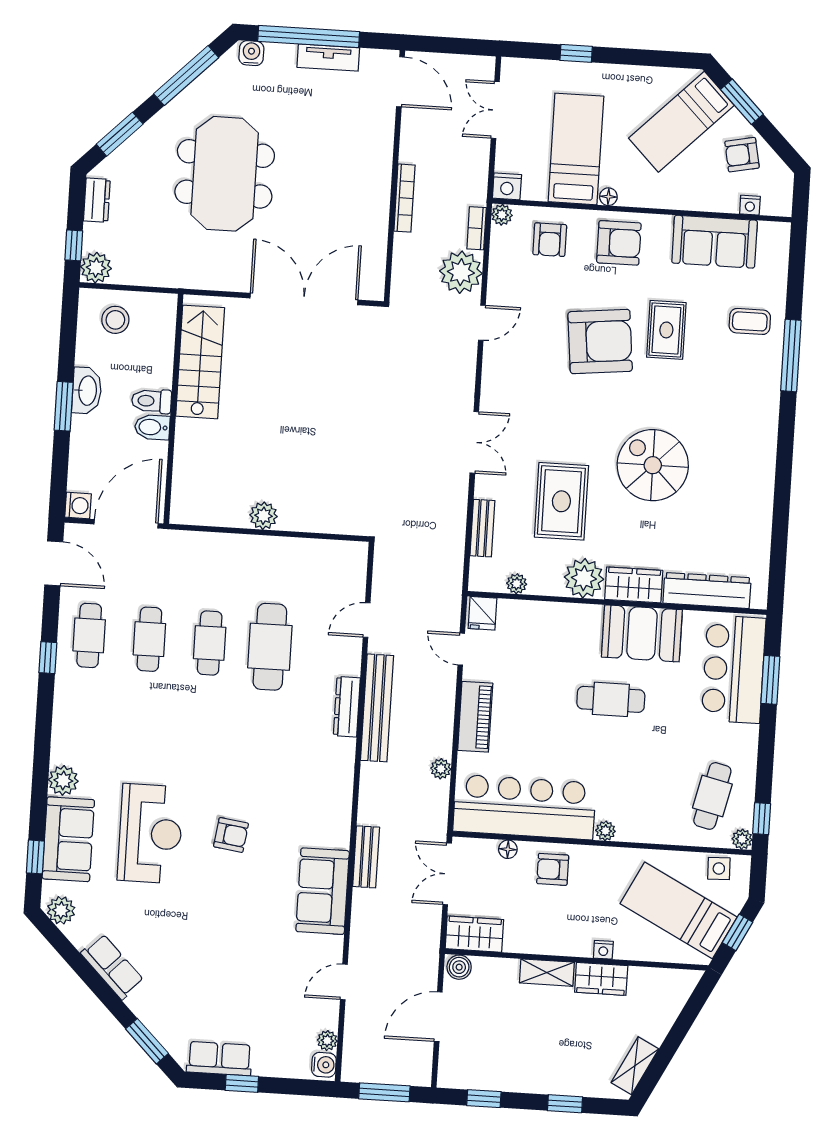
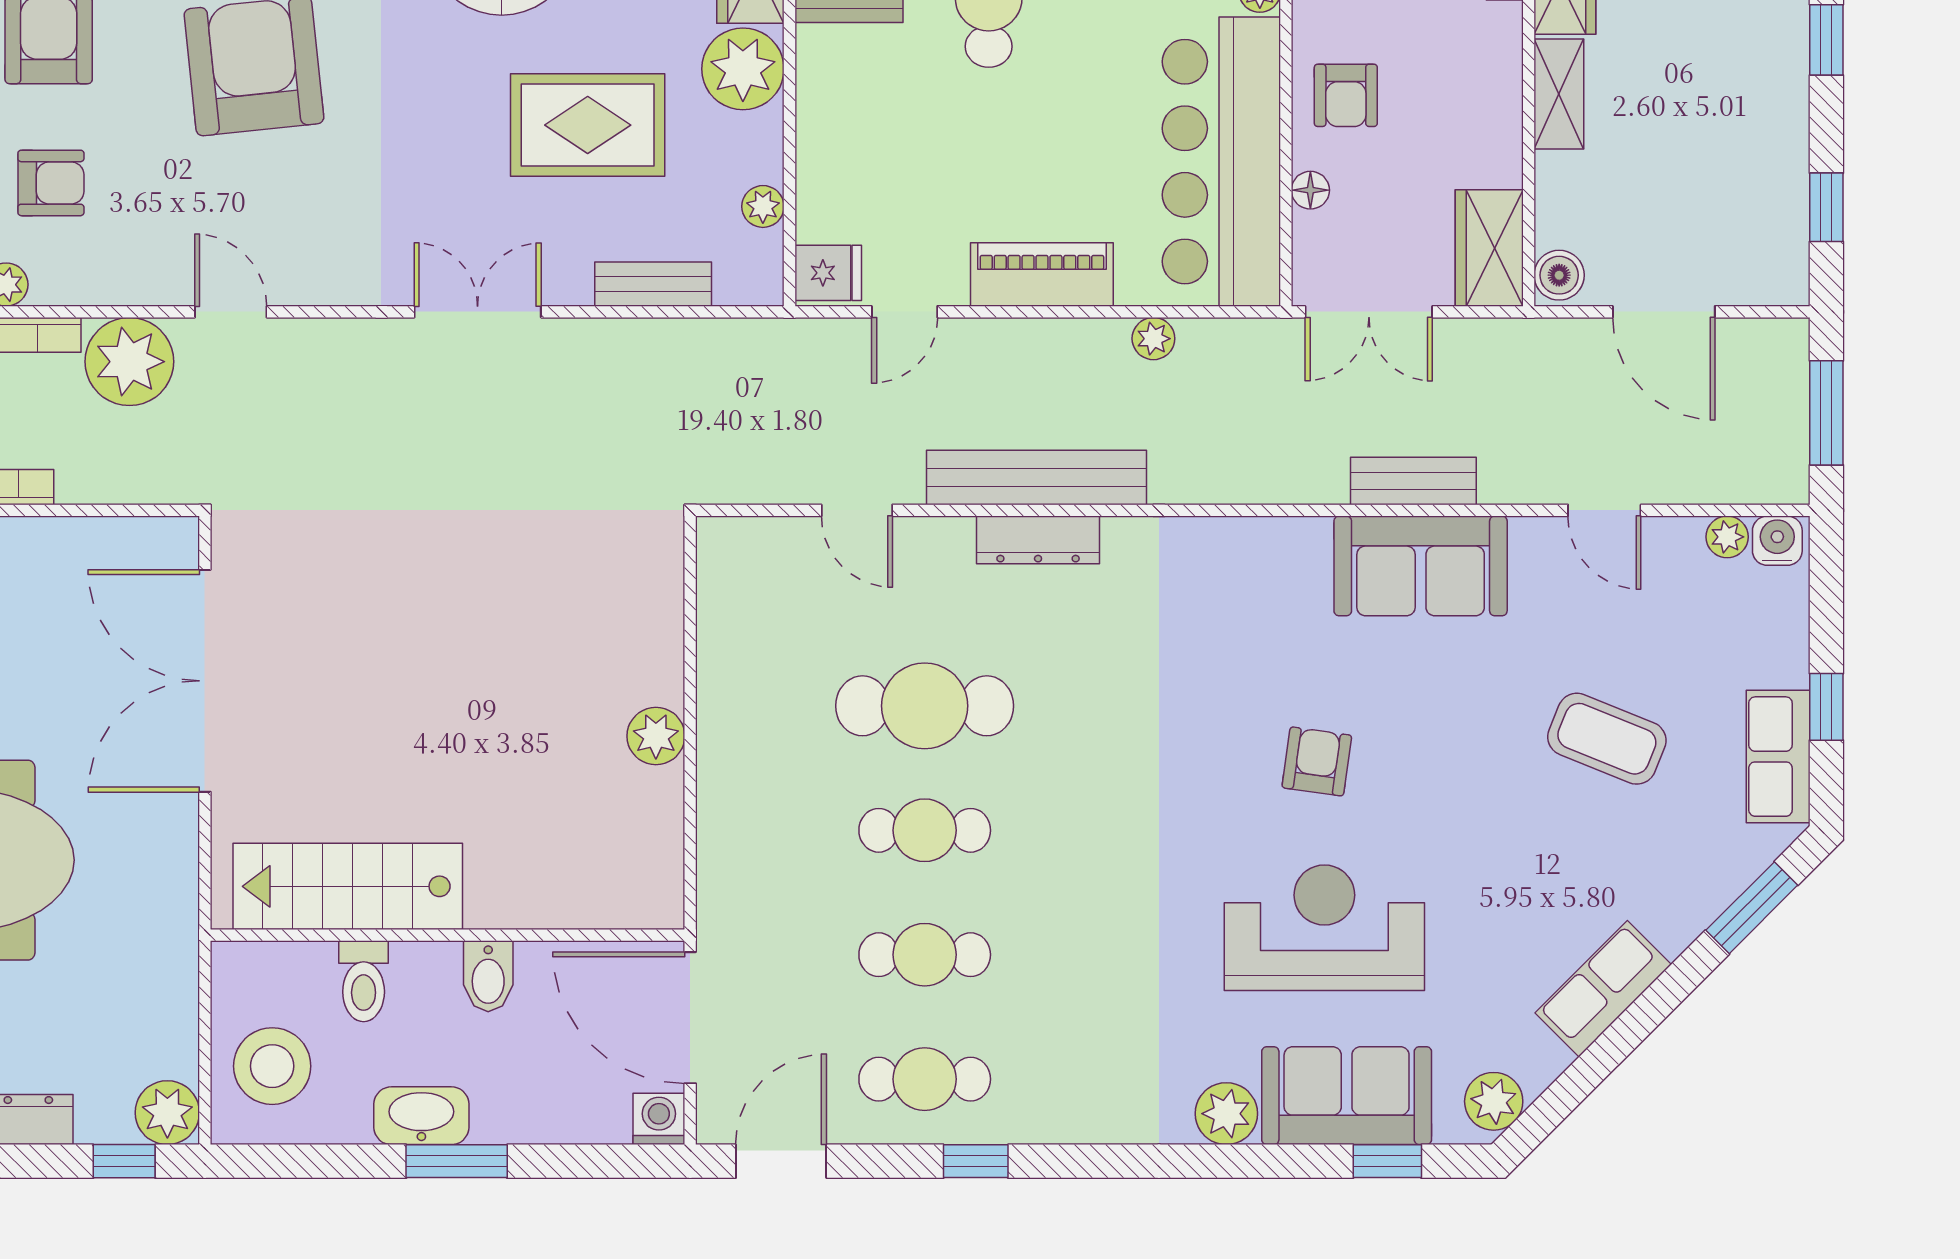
stool: (115, 320) -> (272, 1066), width x1.38, depth x1.38
toilet: (152, 401) -> (364, 981), moved
bench: (366, 857) -> (1413, 481), moved
coffee table: (233, 976) -> (1607, 739), added

